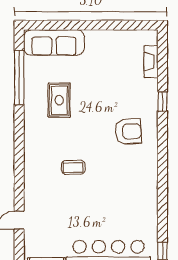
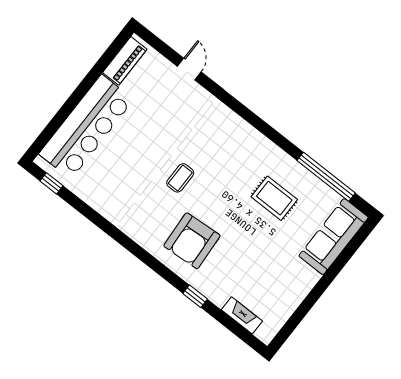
armchair: (128, 132) -> (192, 241), width x1.36, depth x1.36
coffee table: (73, 167) -> (180, 178), moved

